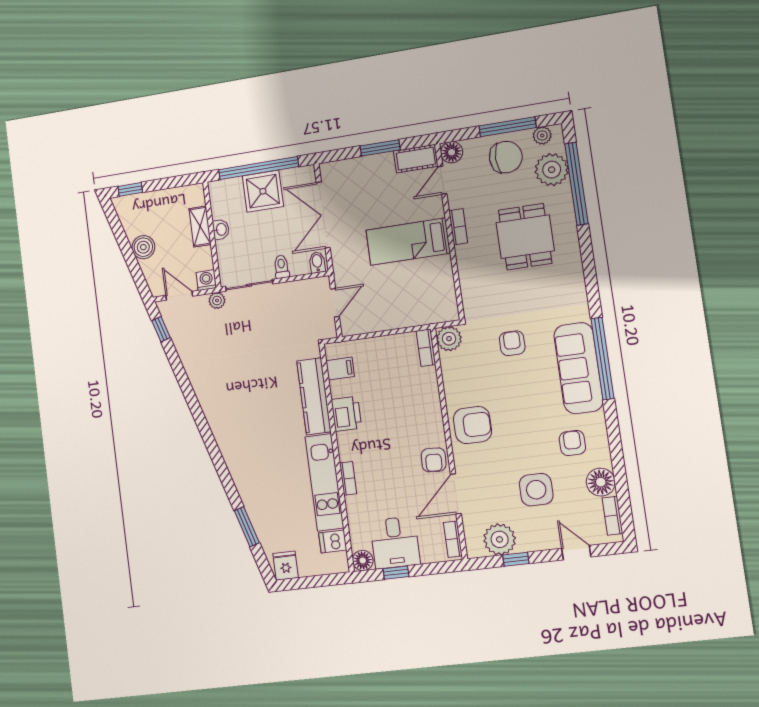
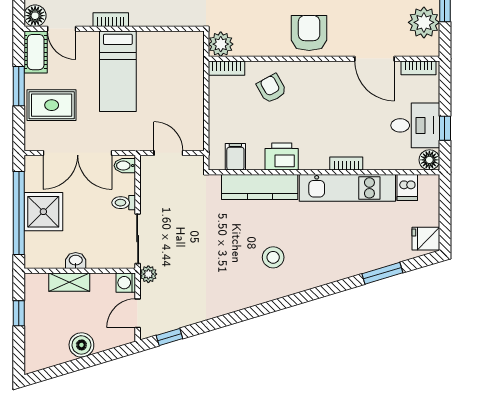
rug: (366, 183) -> (52, 105), added
window: (130, 189) -> (19, 313), moved
stool: (248, 418) -> (273, 257), added
armchair: (434, 460) -> (272, 88), moved, turned -122

